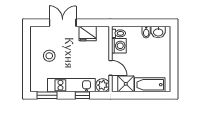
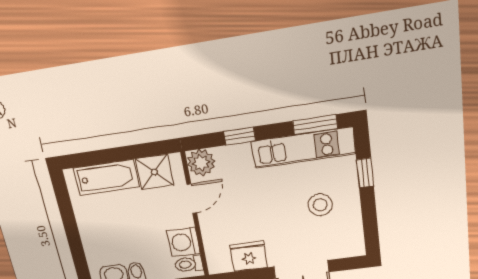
door: (110, 68) -> (192, 199), swing flipped
window: (27, 69) -> (365, 173), added
kitchen unit: (71, 85) -> (303, 148), moved

